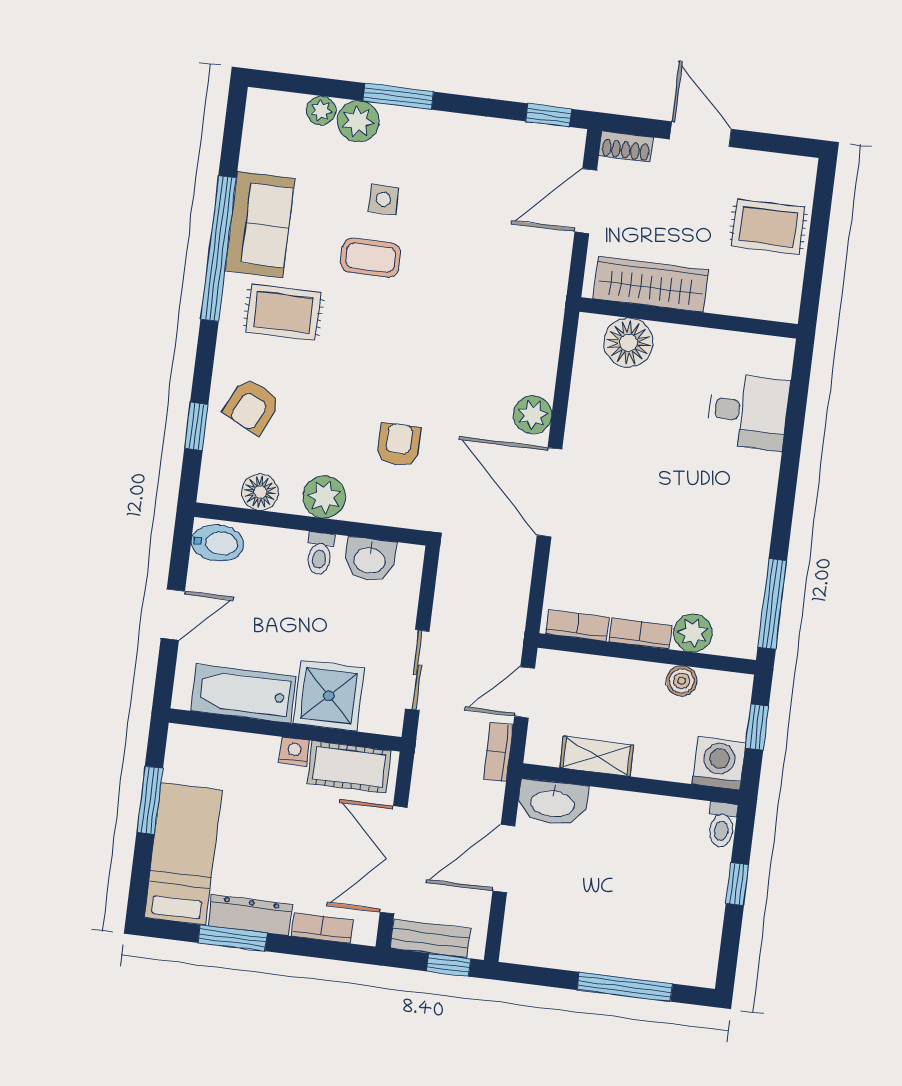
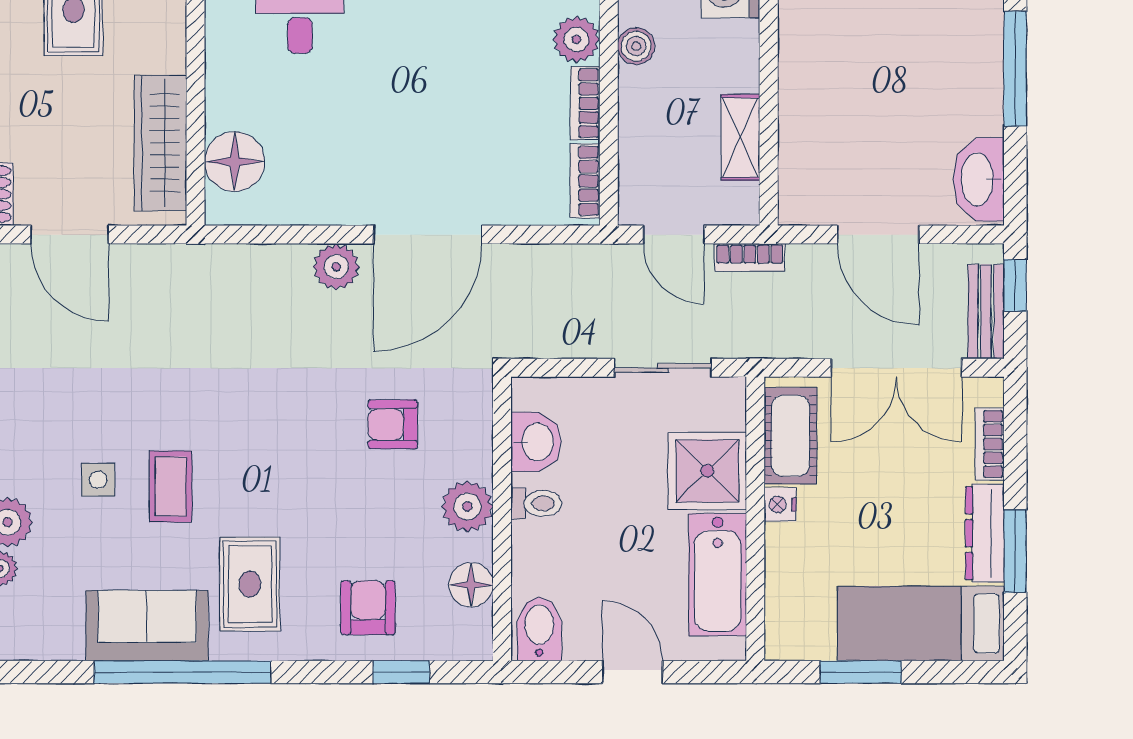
armchair: (252, 406) -> (368, 608), turned -116
washbasin: (553, 803) -> (979, 179), moved, turned 180

